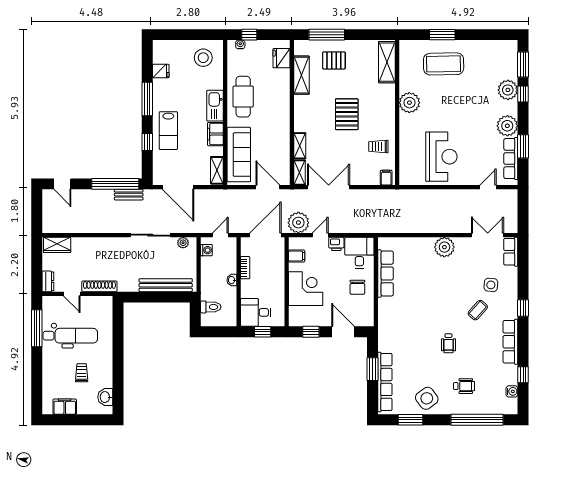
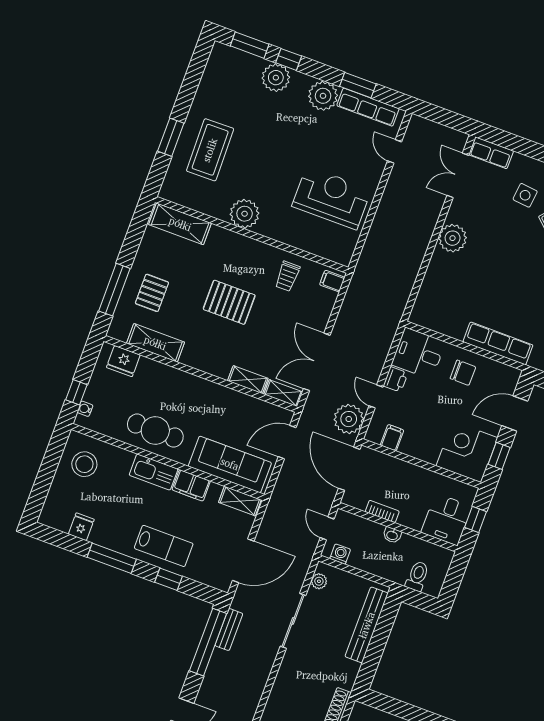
row of seats: (385, 274) -> (498, 343), moved
corner desk: (306, 289) -> (467, 452), moved

